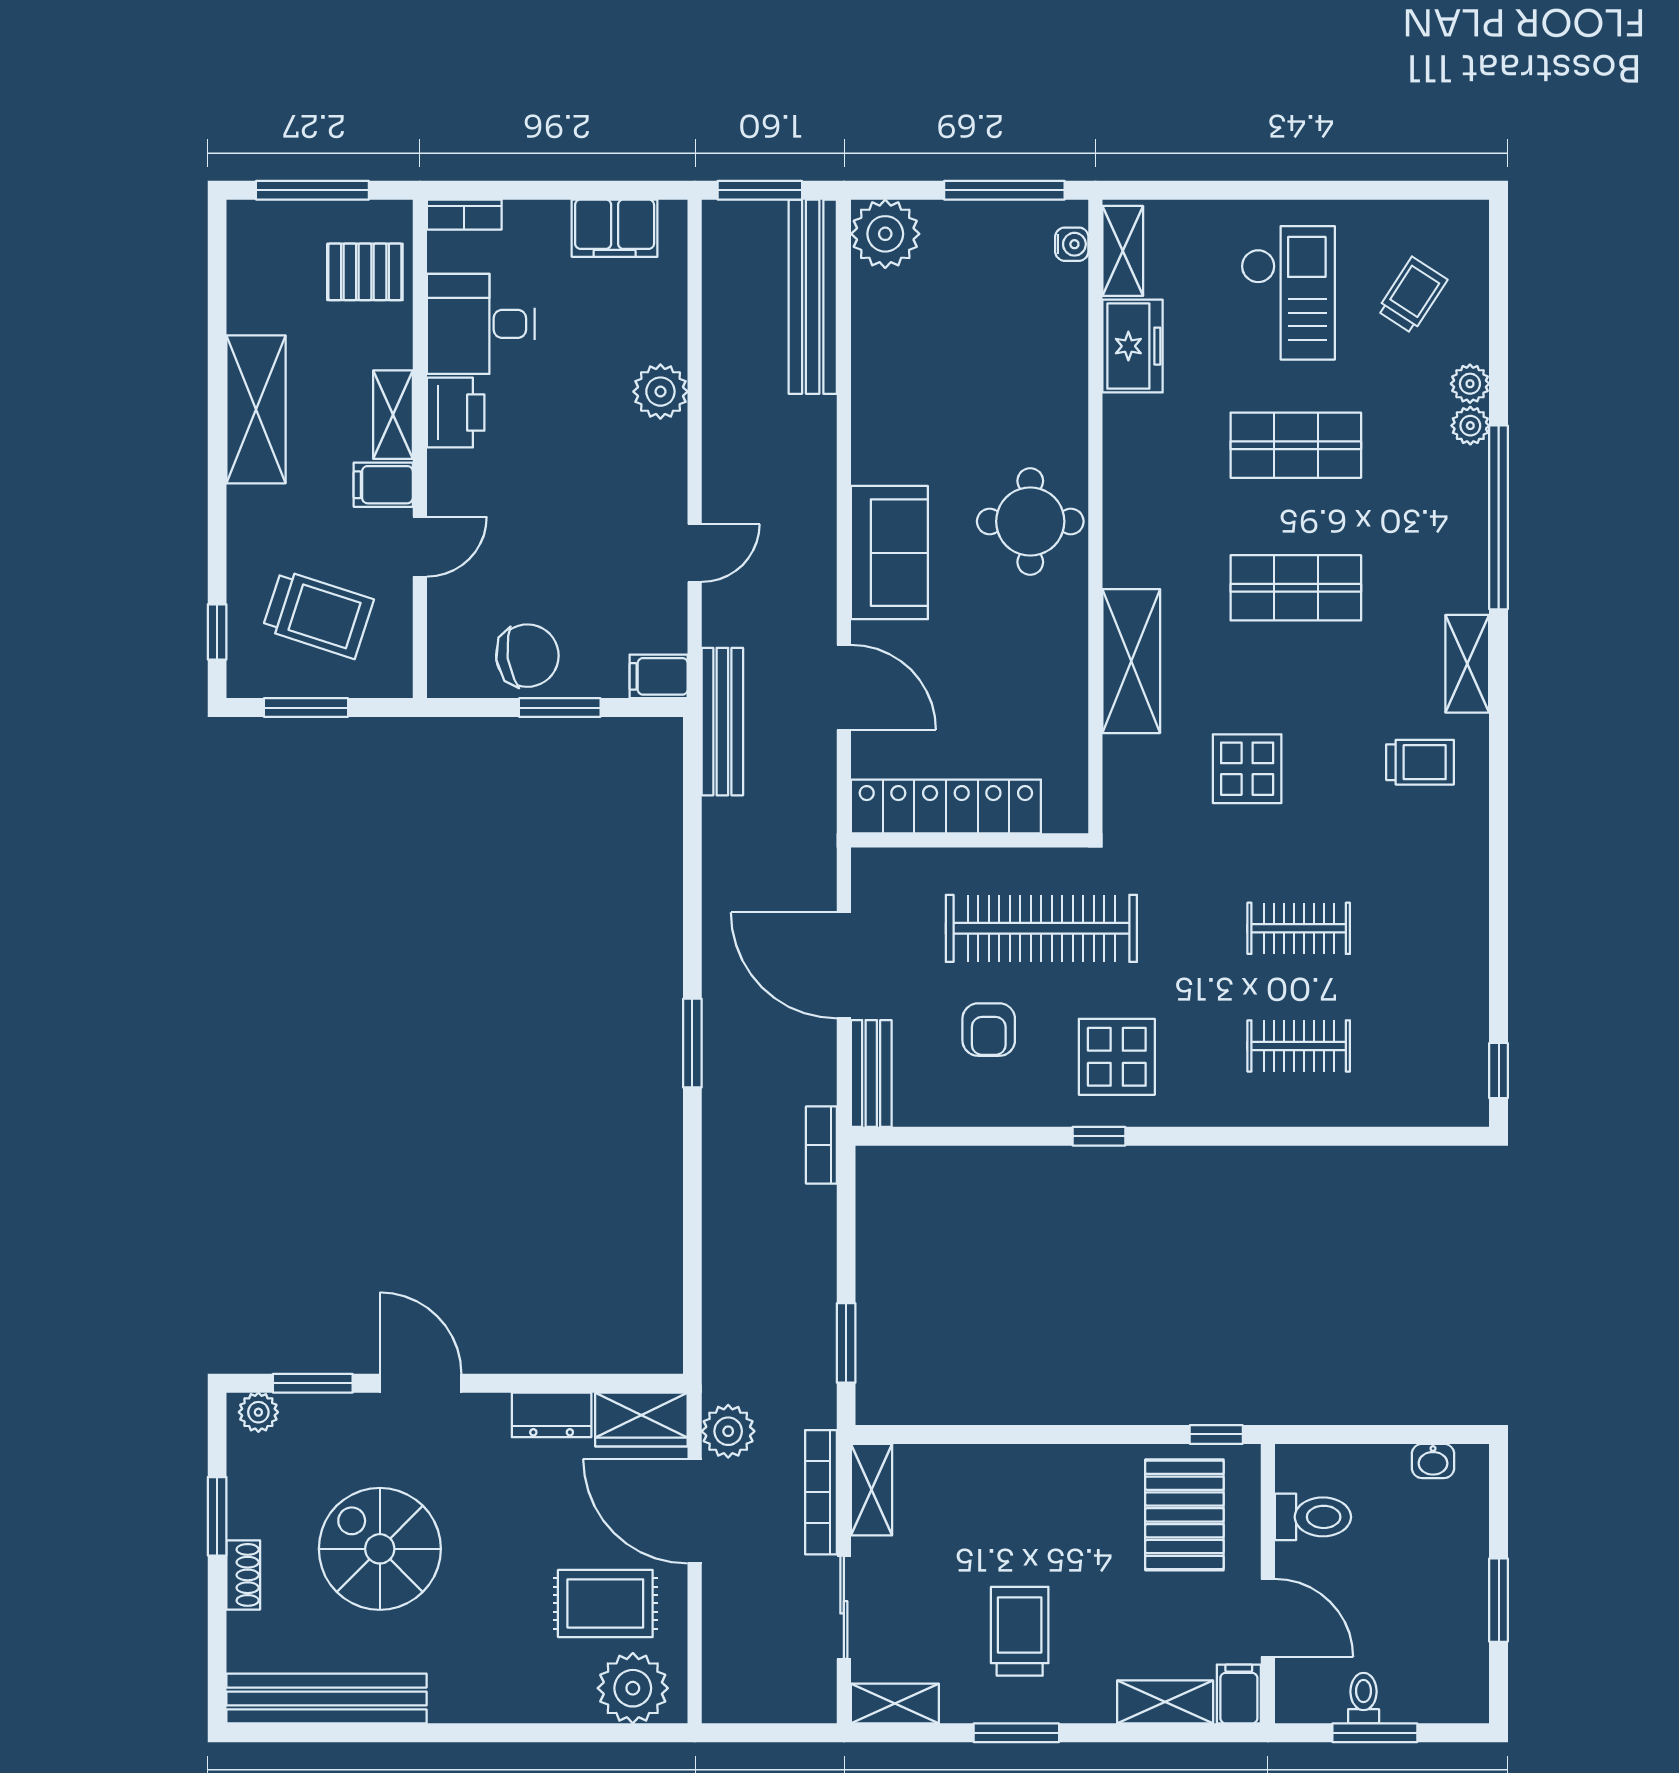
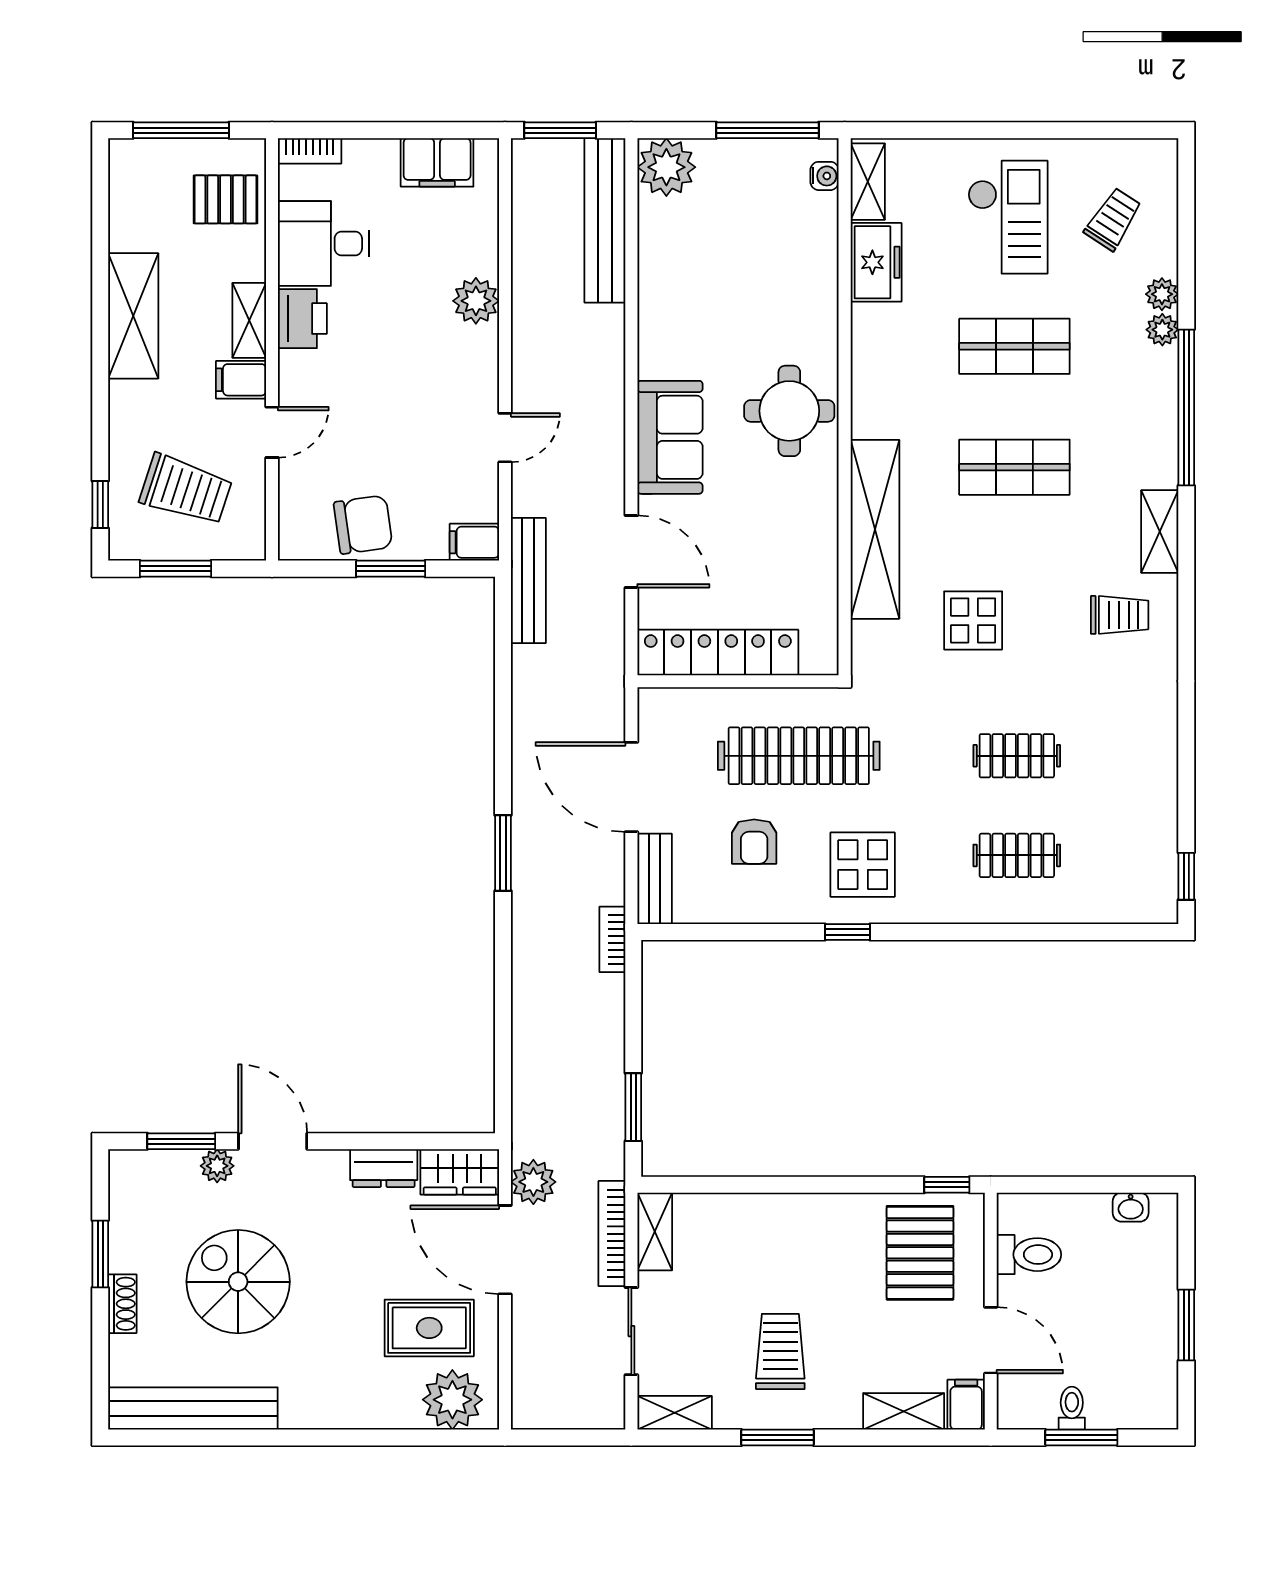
shelving: (1131, 661) -> (875, 529), width x1.47
plant: (258, 1412) -> (217, 1166), moved

